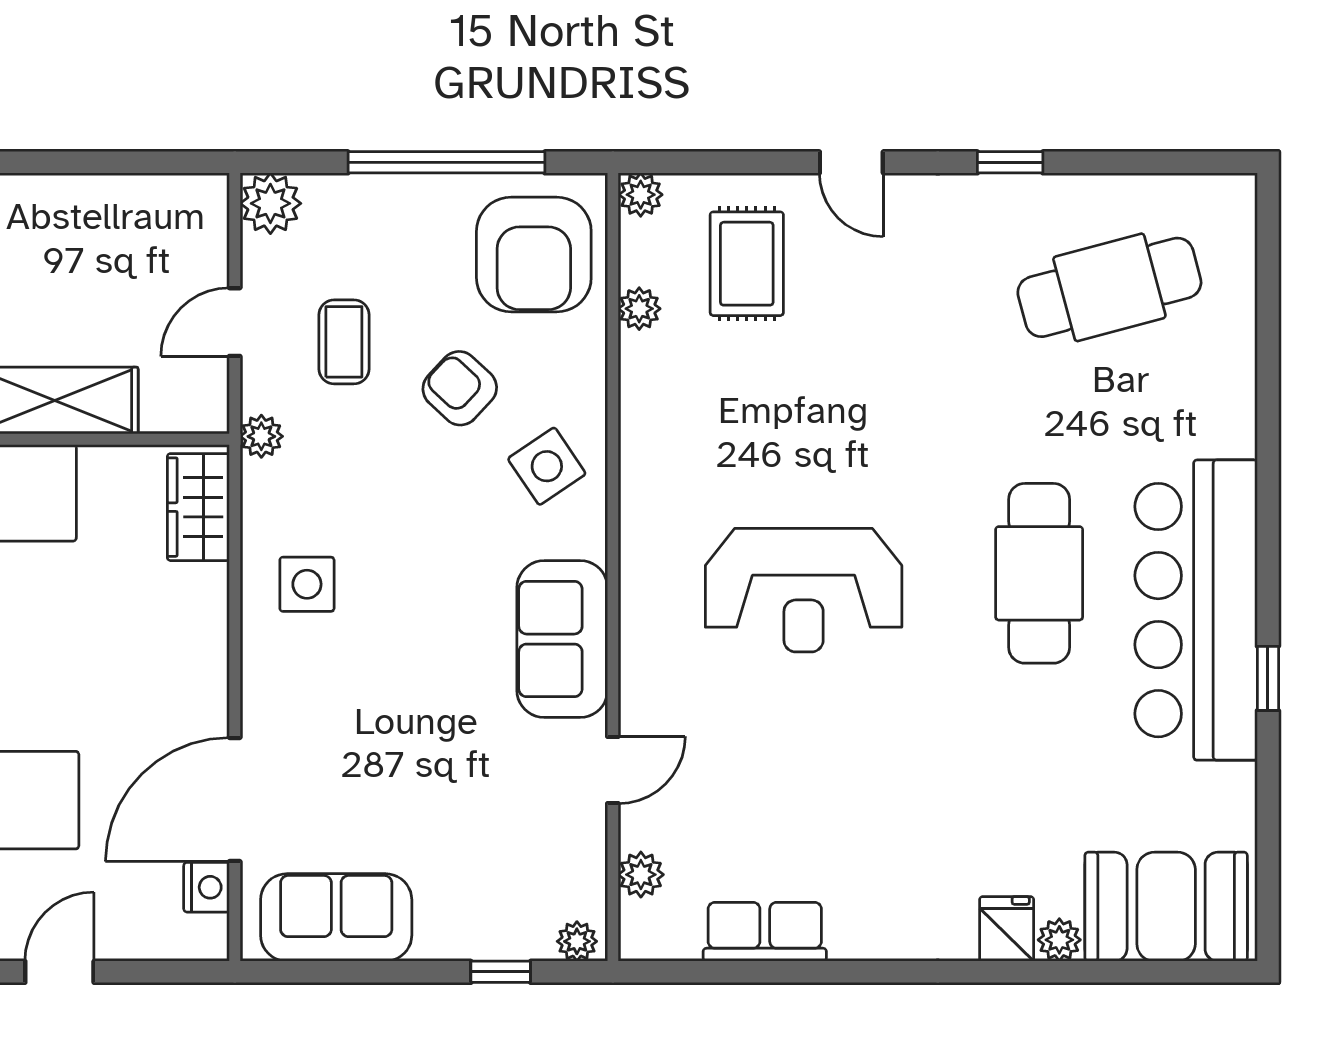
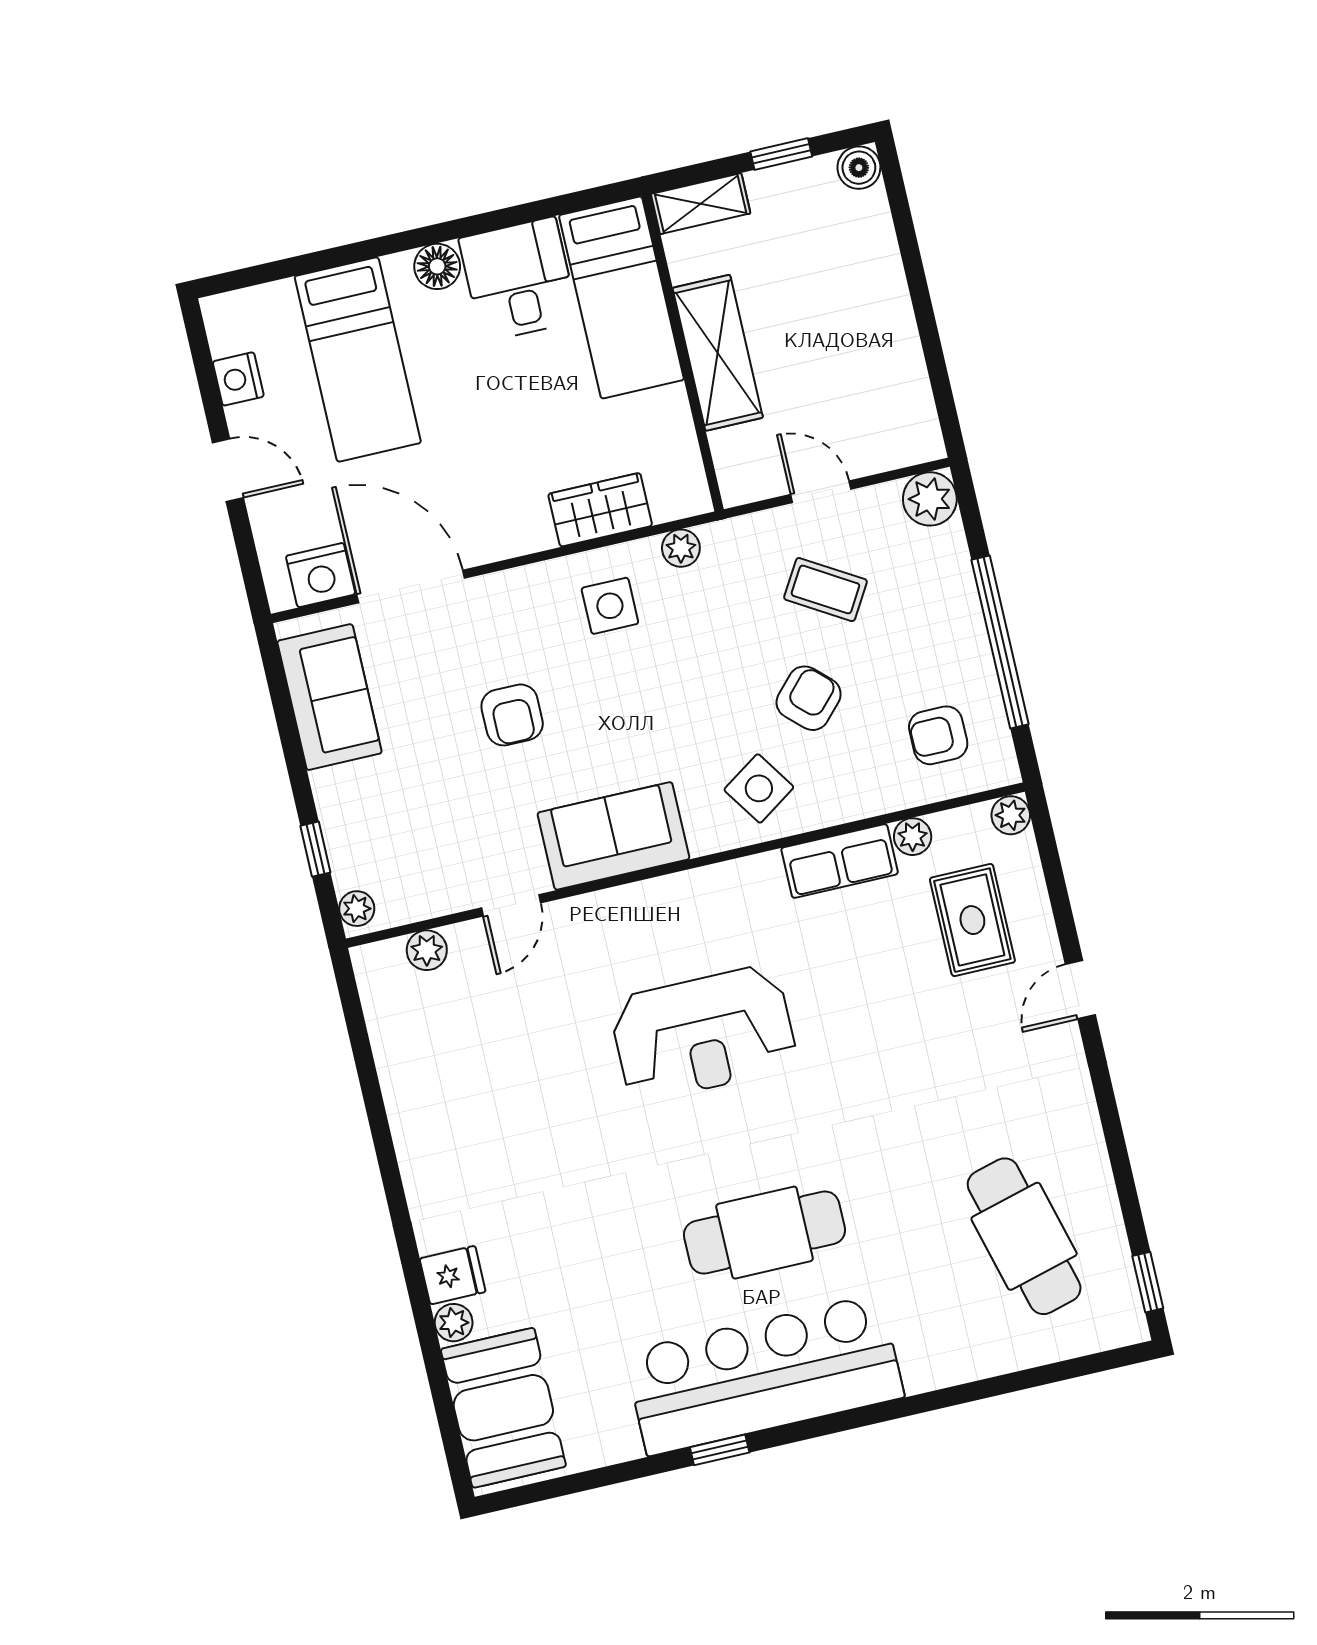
window: (1010, 162) -> (1148, 1282), moved
armchair: (534, 254) -> (938, 735), width x0.53, depth x0.53
rug: (747, 264) -> (972, 920), turned 90
coffee table: (344, 342) -> (825, 590), turned 31
plant: (261, 436) -> (681, 548), moved
wardrobe: (198, 507) -> (600, 510), moved
reception desk: (804, 590) -> (703, 1034), turned -90
armchair: (403, 720) -> (512, 715), added
door: (613, 770) -> (511, 905), hinge flipped
nightstand: (207, 887) -> (321, 575), width x1.36, depth x1.33
row of seats: (765, 932) -> (840, 861), moved, turned 90

